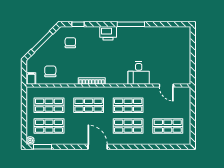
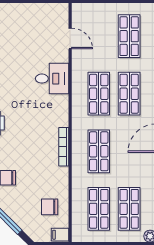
door: (166, 86) -> (70, 38), hinge flipped

